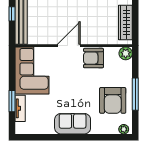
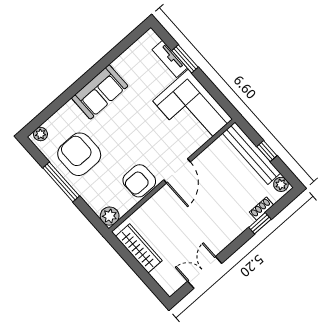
armchair: (93, 58) -> (139, 181), turned 180

